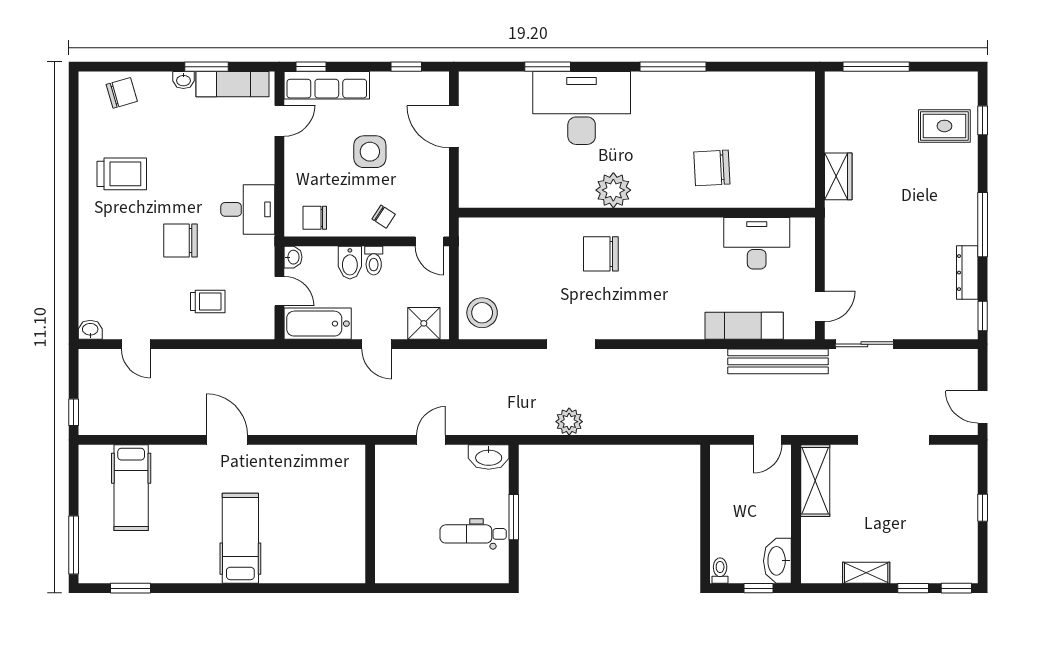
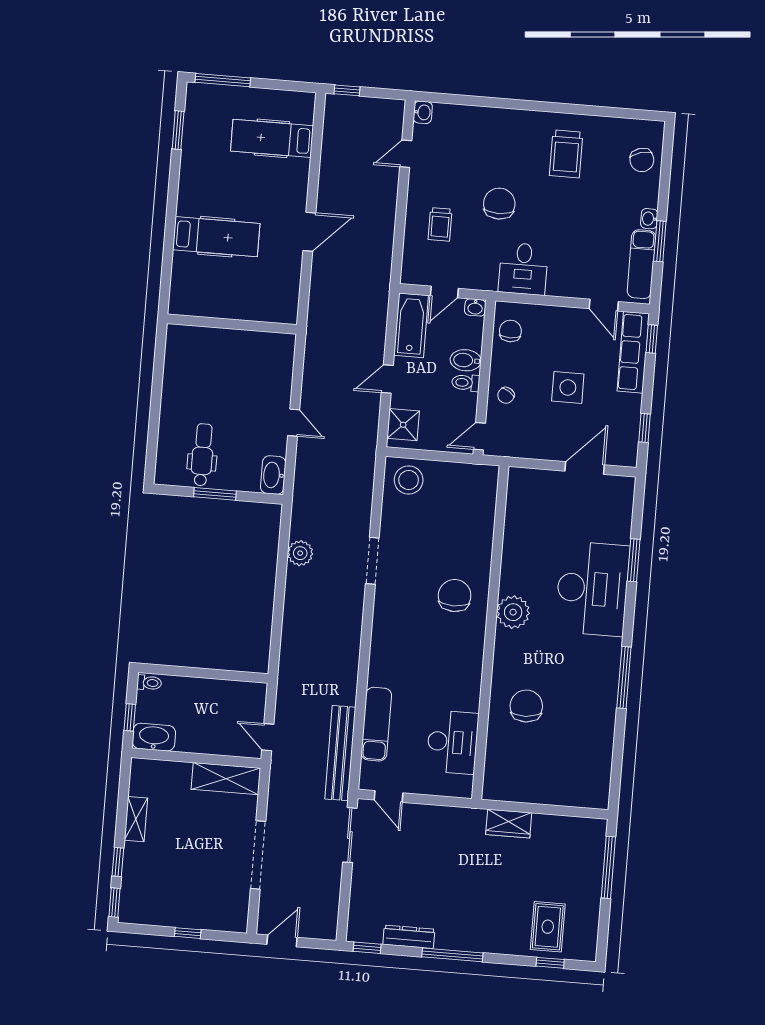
wall: (370, 514) -> (232, 324), moved

